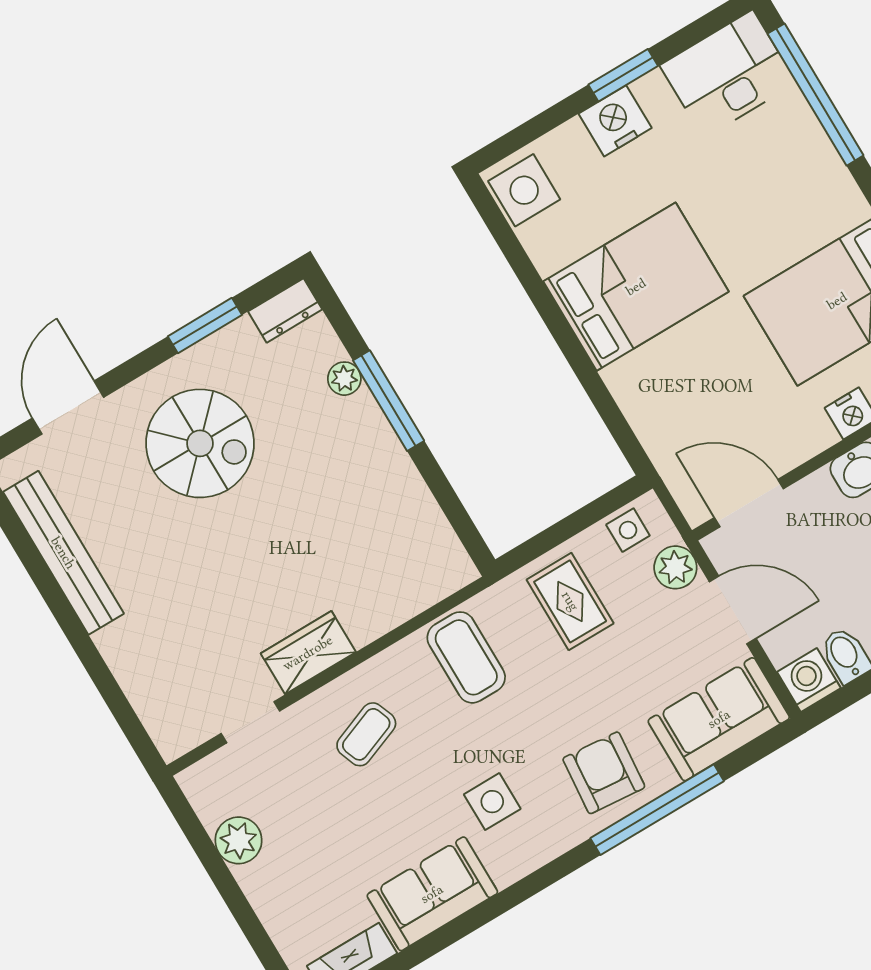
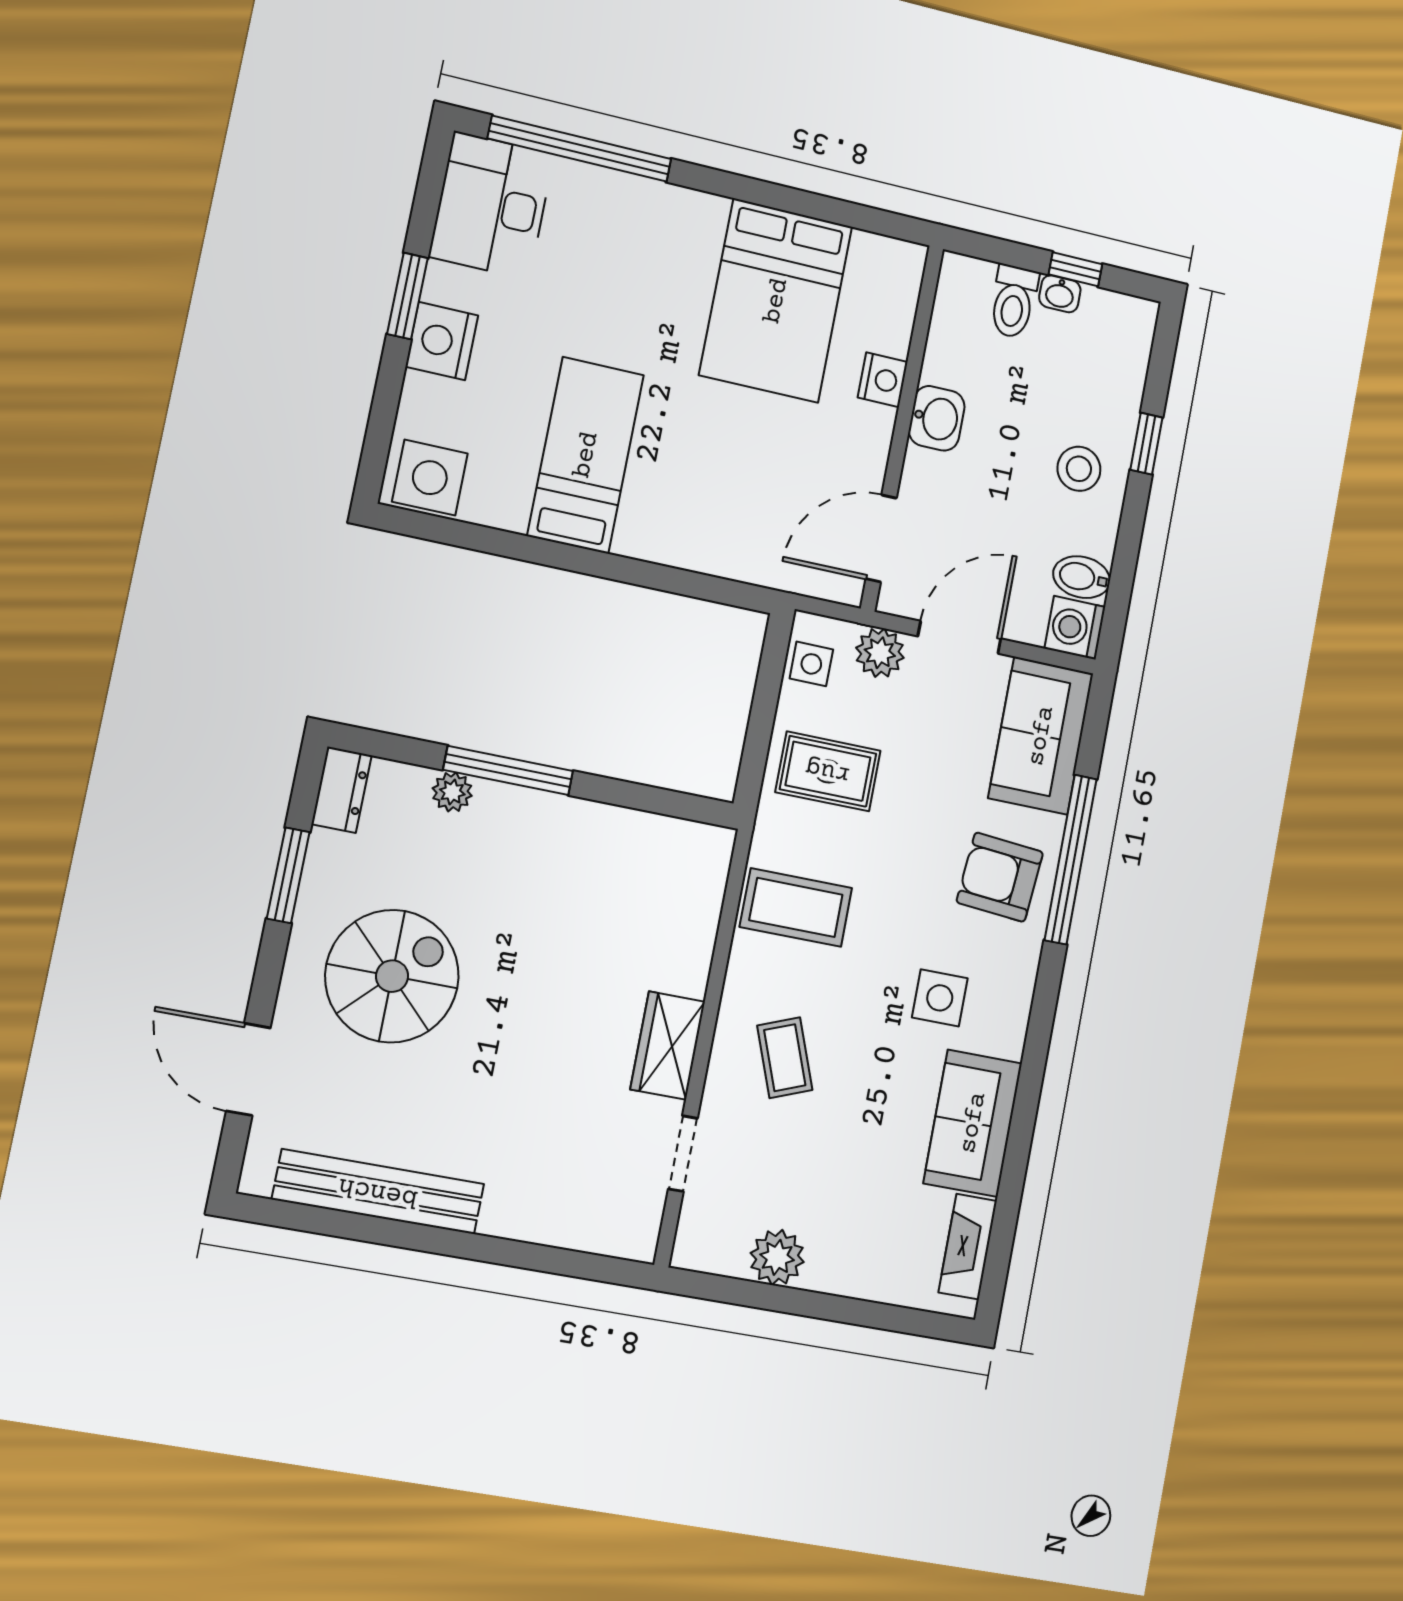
bed: (636, 287) -> (586, 455), width x0.67

